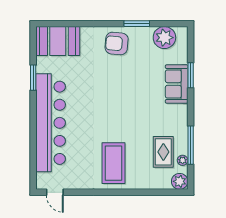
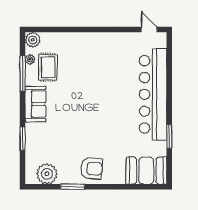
sofa: (177, 84) -> (36, 104), moved
coffee table: (114, 163) -> (94, 57), removed

